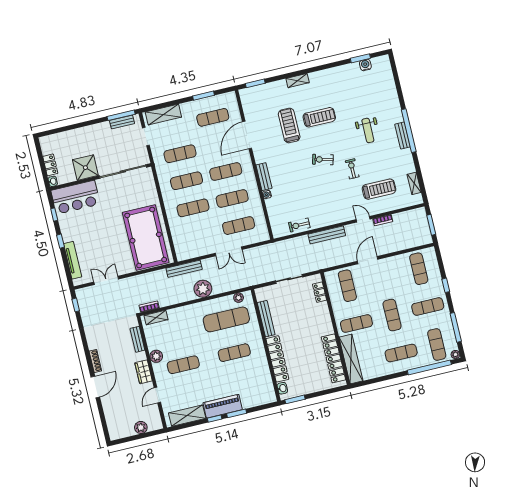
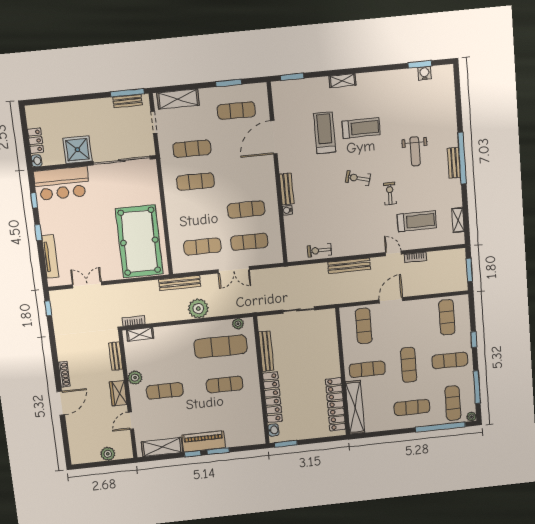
exercise mat: (226, 171) -> (243, 177), removed
exercise mat: (193, 208) -> (202, 247), moved
locker: (320, 292) -> (331, 329), removed

